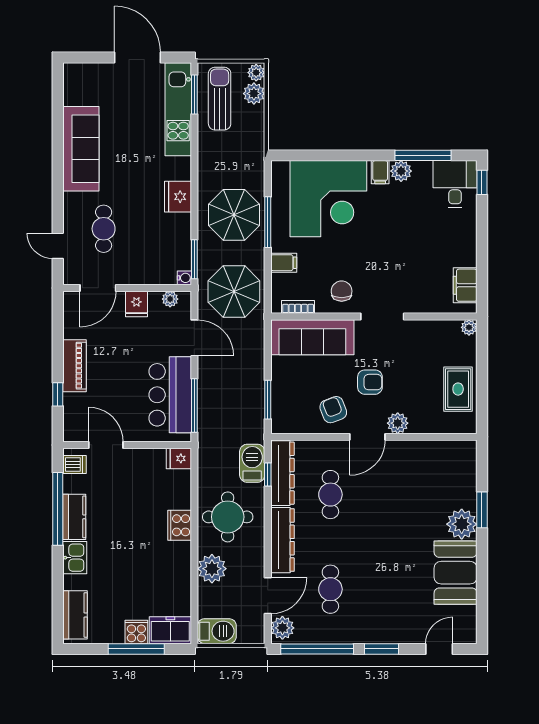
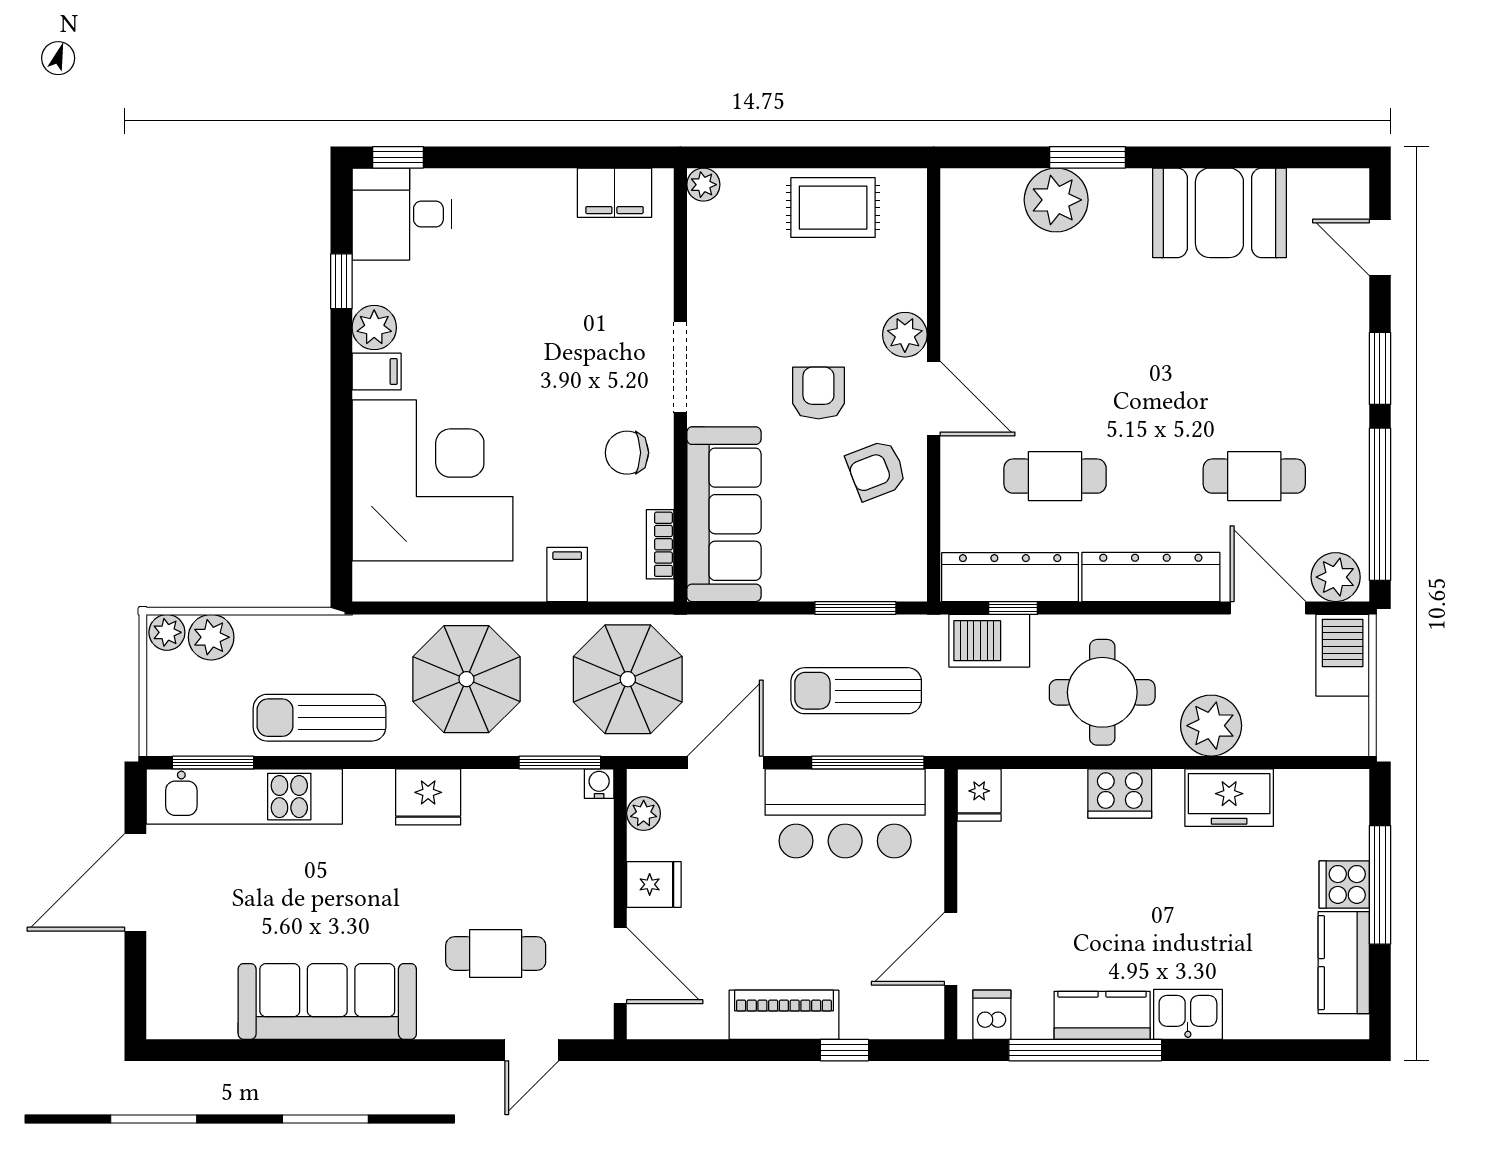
sun lounger: (220, 99) -> (319, 718), moved
window: (423, 155) -> (341, 281), width x0.46
window: (268, 222) -> (482, 608), removed
sun lounger: (228, 400) -> (856, 691), added
plant: (462, 524) -> (1056, 200), moved
kitchen counter: (75, 615) -> (1344, 963), moved, turned -90
freezer: (170, 630) -> (1229, 798), moved, turned -90
barbecue: (217, 631) -> (1343, 655), moved

